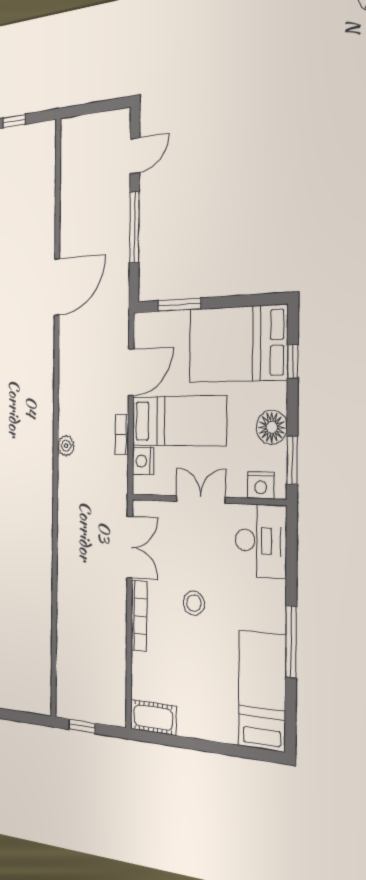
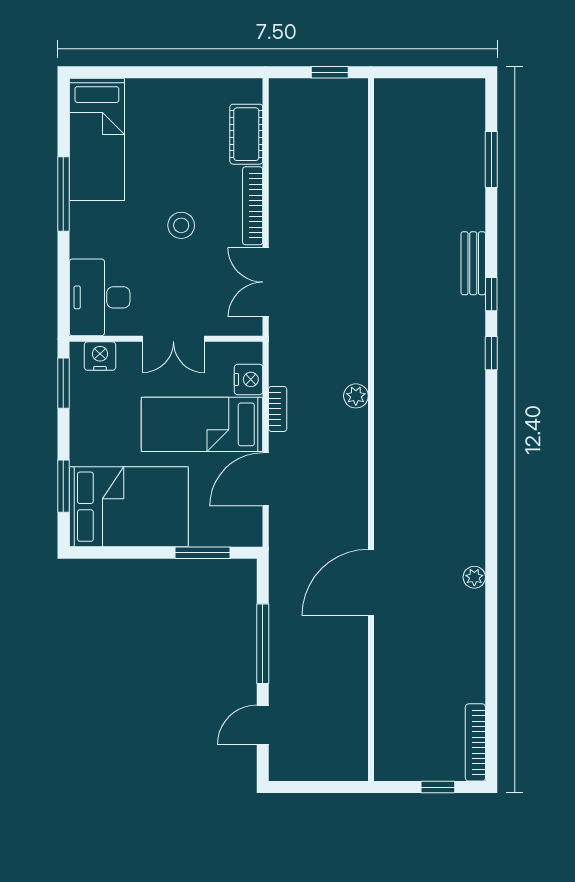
window: (293, 361) -> (63, 486), width x1.50
floor lamp: (272, 427) -> (87, 417), removed
cot: (153, 717) -> (246, 134), moved, turned 90

